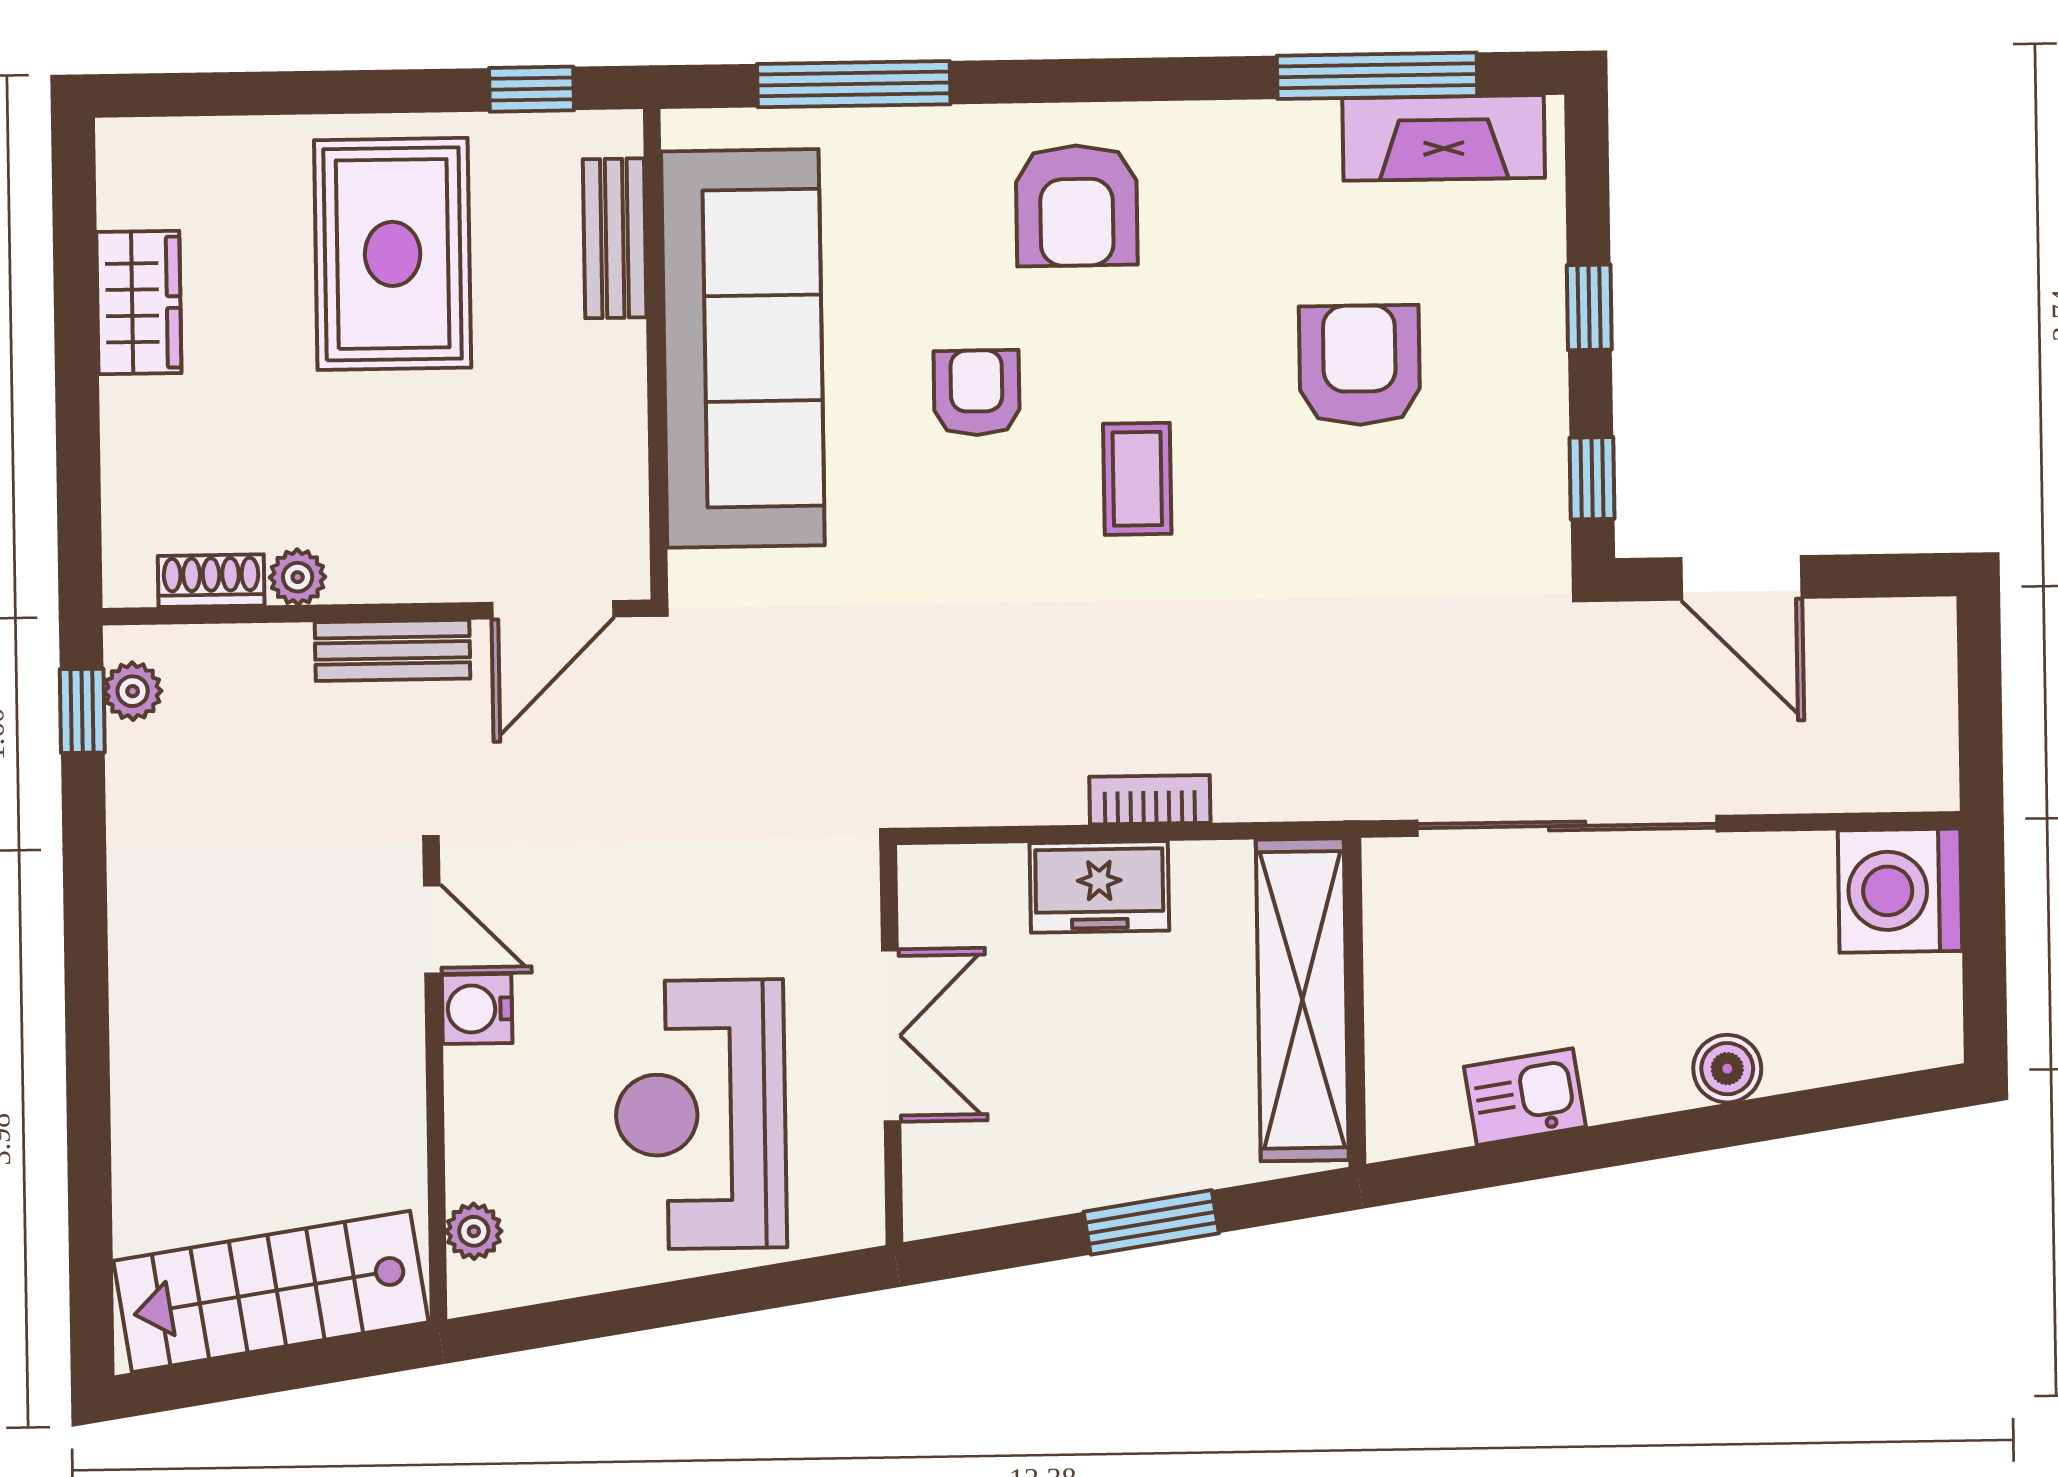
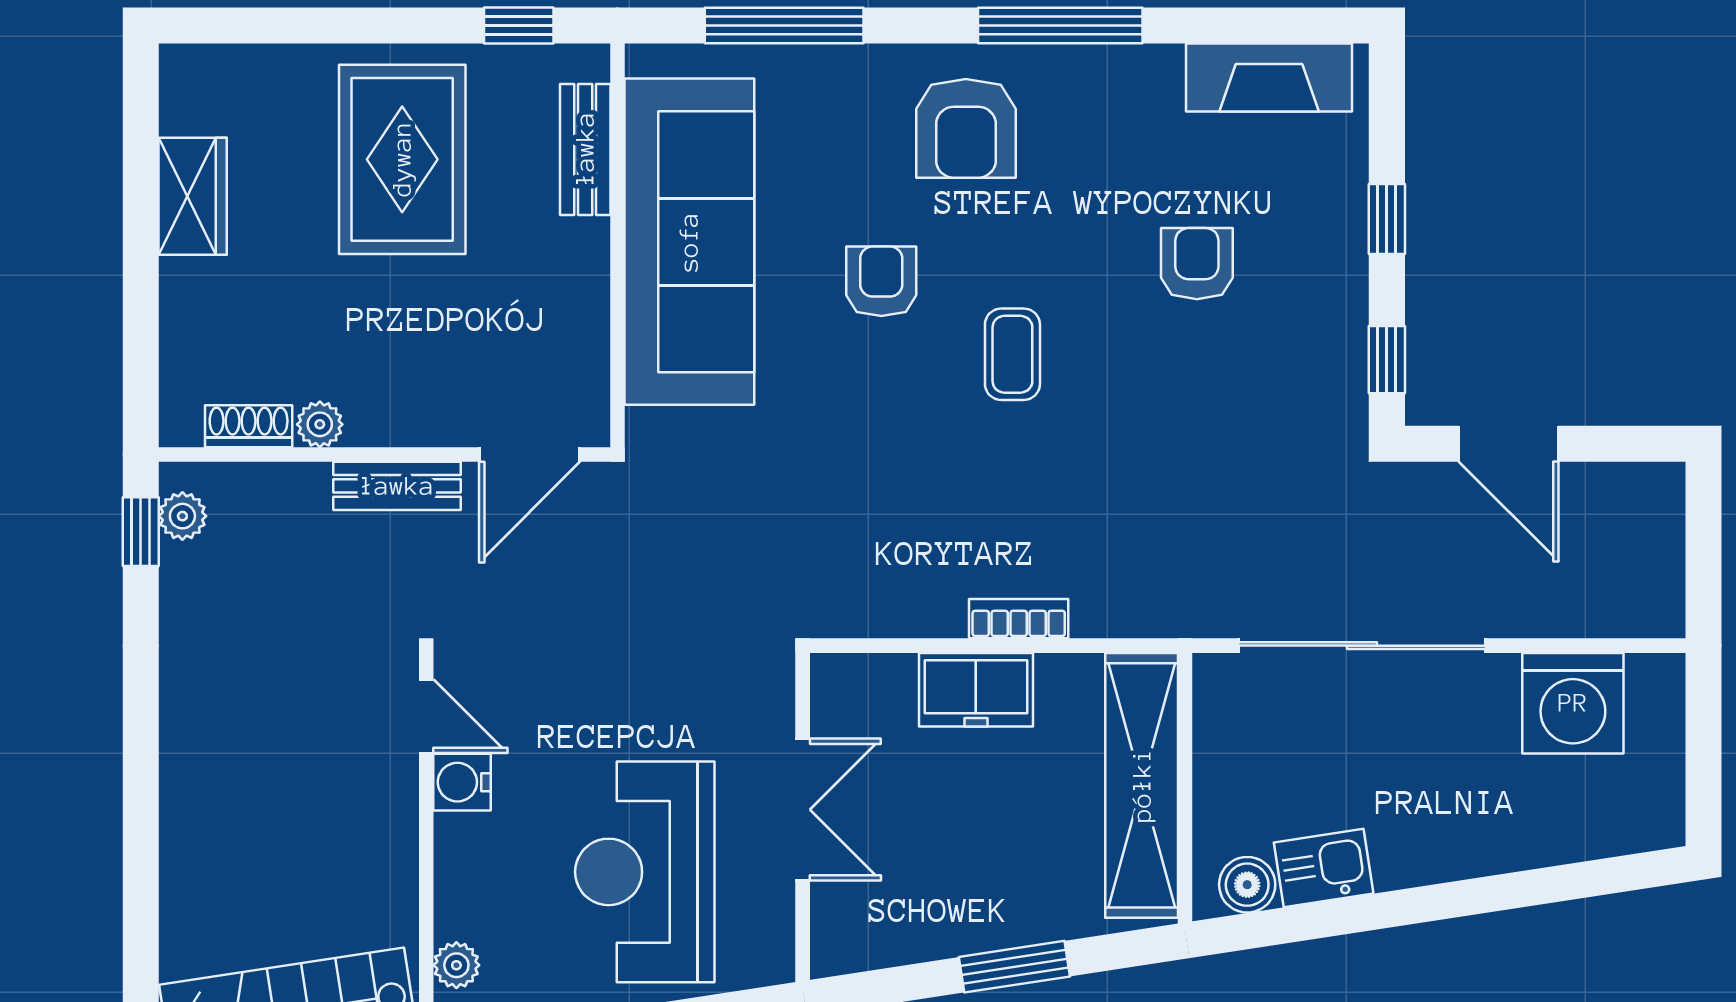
window: (1377, 76) -> (1060, 26), moved
armchair: (1359, 365) -> (1197, 264), width x0.72, depth x0.72
washing machine: (1900, 891) -> (1573, 703), moved, turned -90
boiler: (1727, 1069) -> (1247, 885), moved

